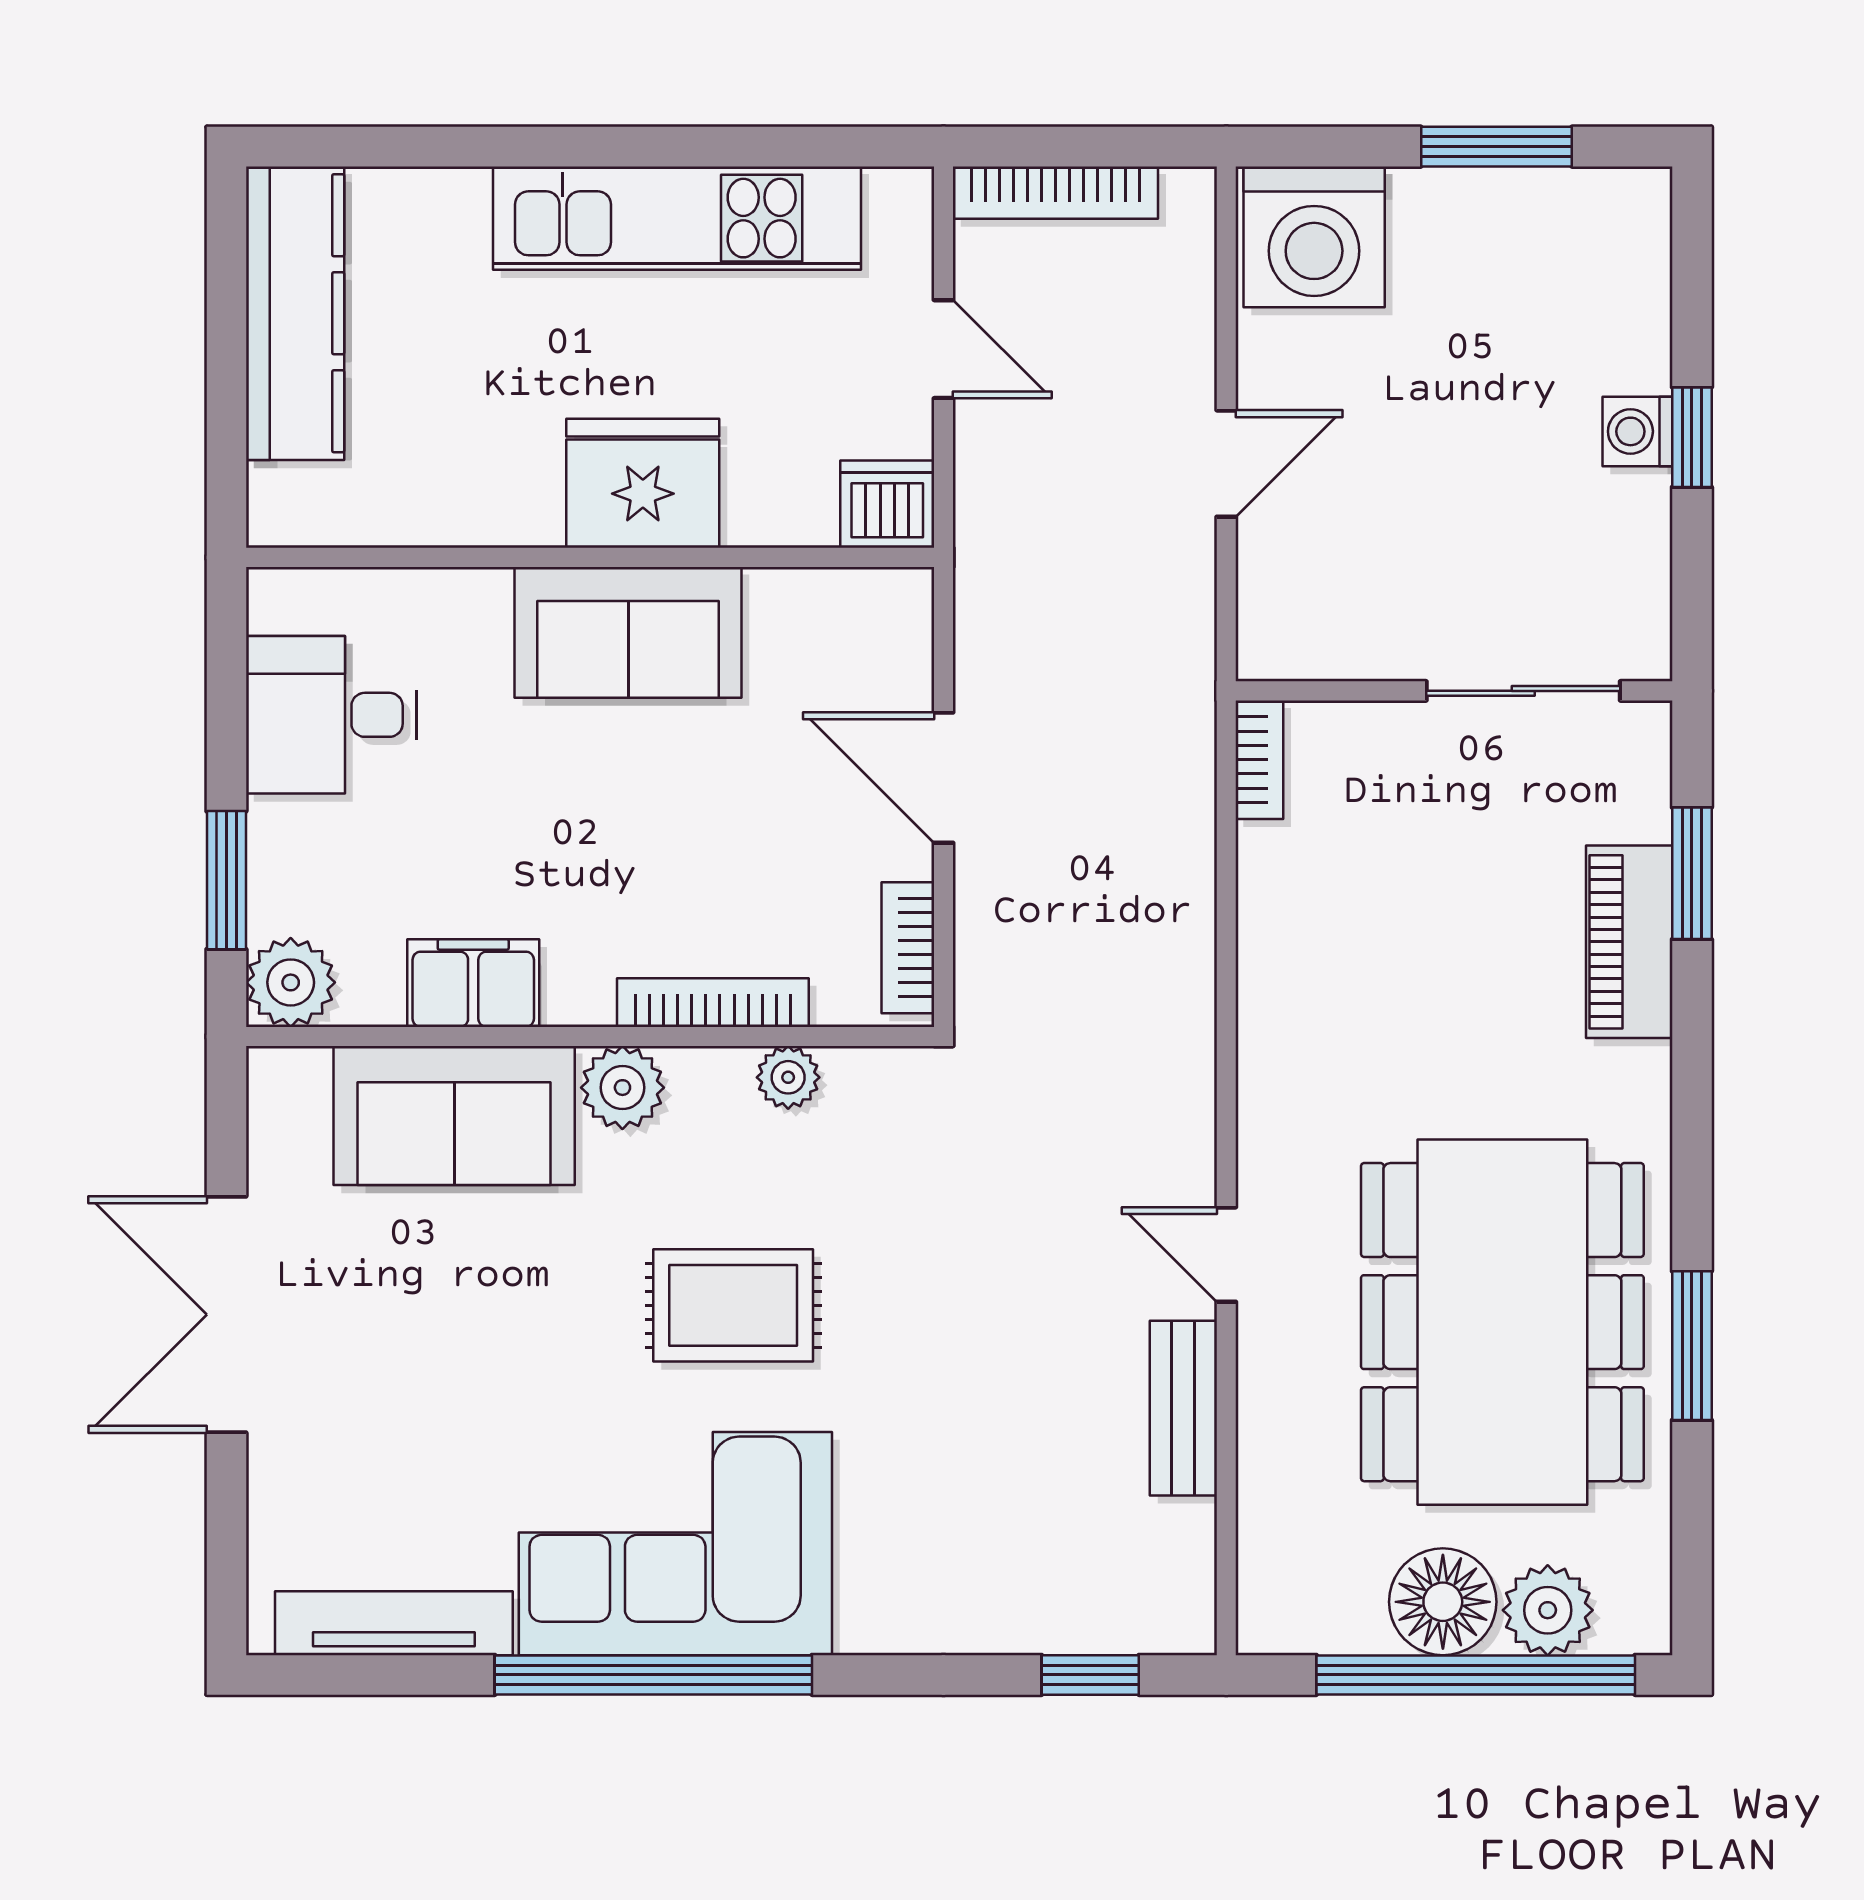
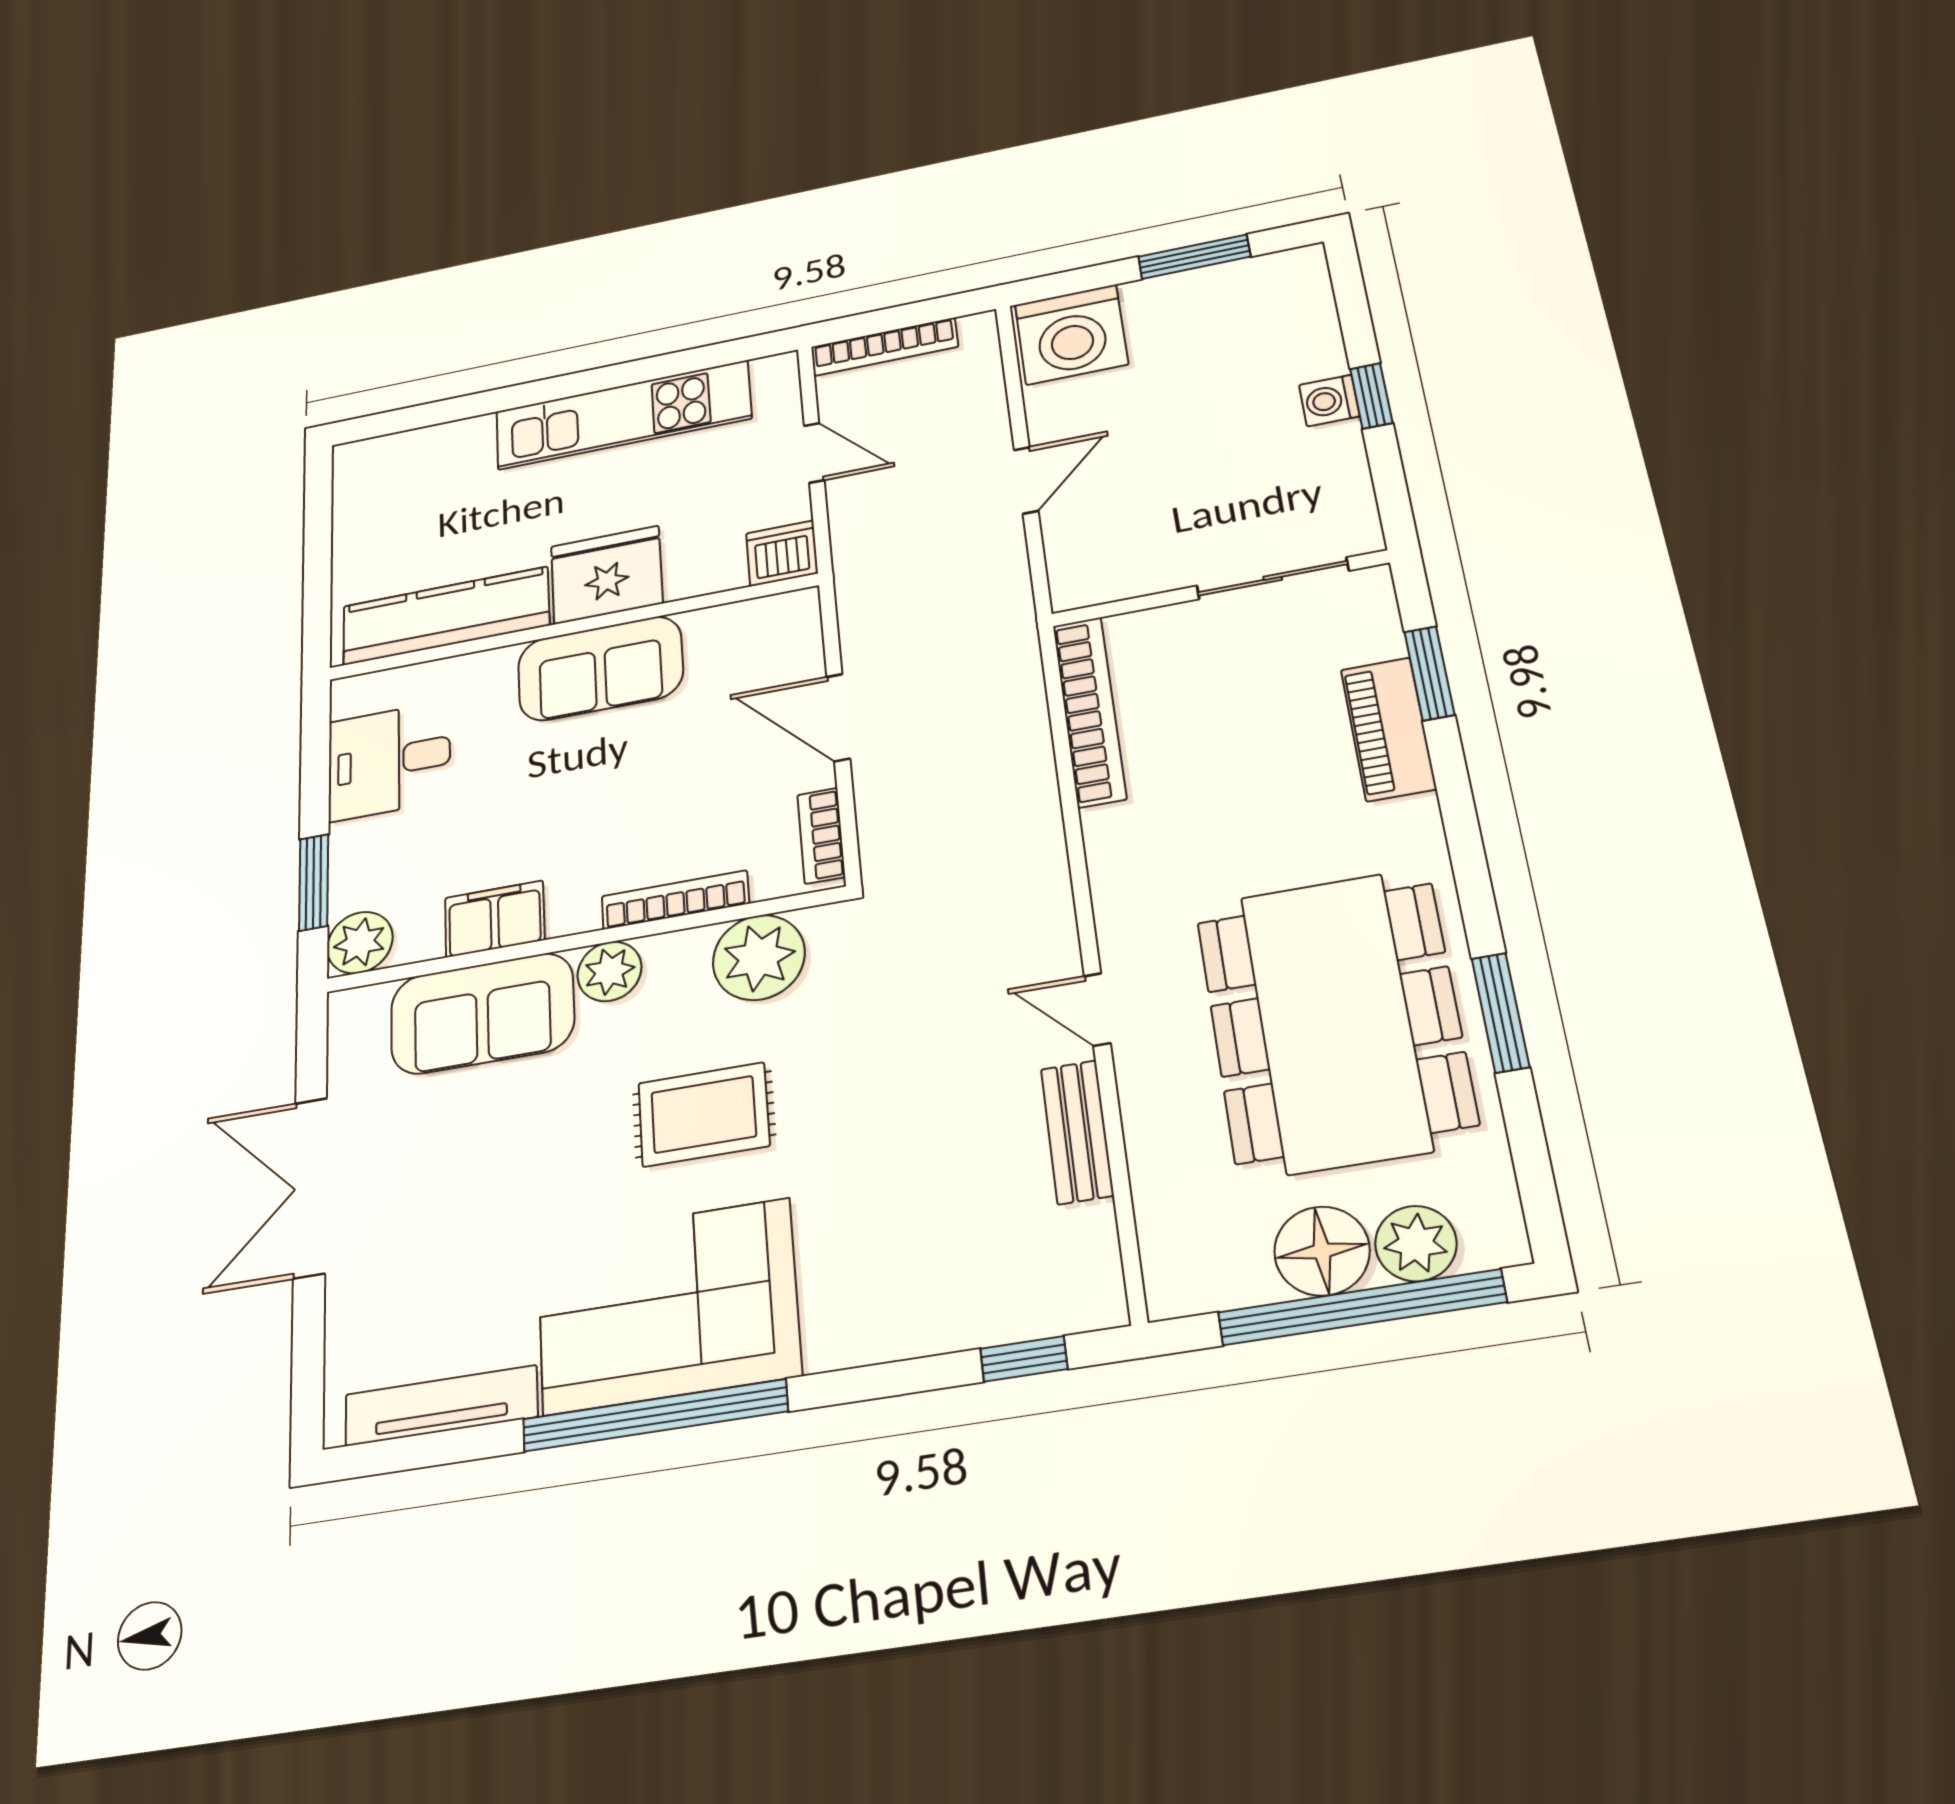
kitchen counter: (295, 313) -> (446, 616), moved, turned -90
bookcase: (1259, 760) -> (1089, 711), width x2.31, depth x1.31
plant: (788, 1077) -> (759, 957), width x1.87, depth x1.87

